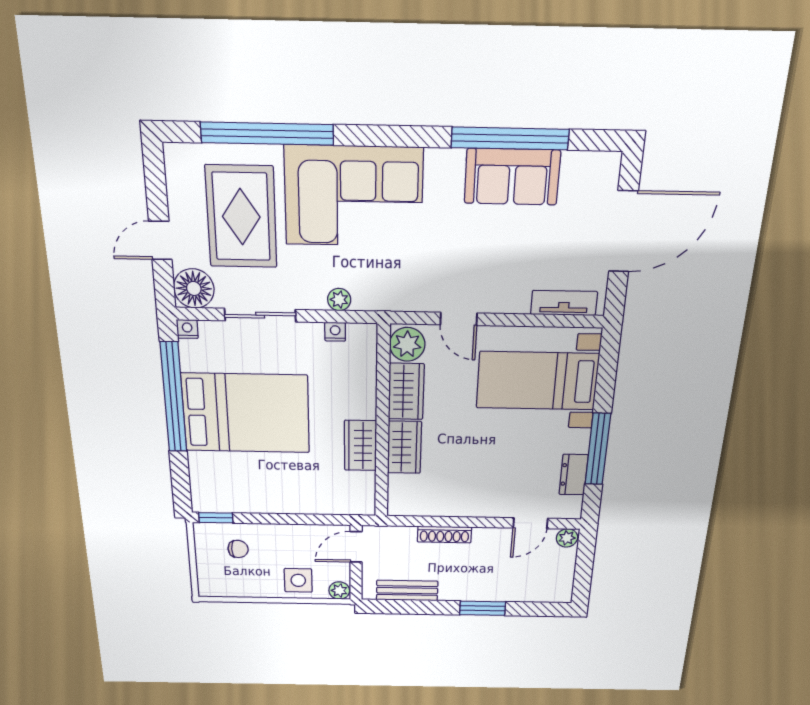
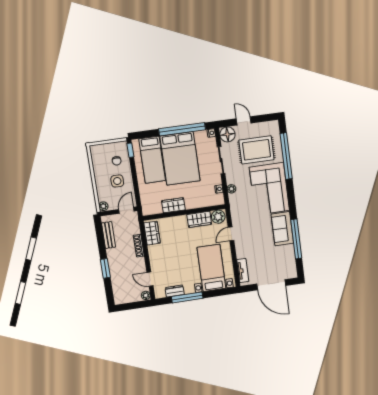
sofa: (512, 177) -> (282, 229), moved
wardrobe: (404, 447) -> (152, 233), moved, turned -90
bed: (243, 475) -> (152, 160), added
door: (356, 547) -> (126, 210), hinge flipped
side table: (298, 580) -> (117, 181), moved

